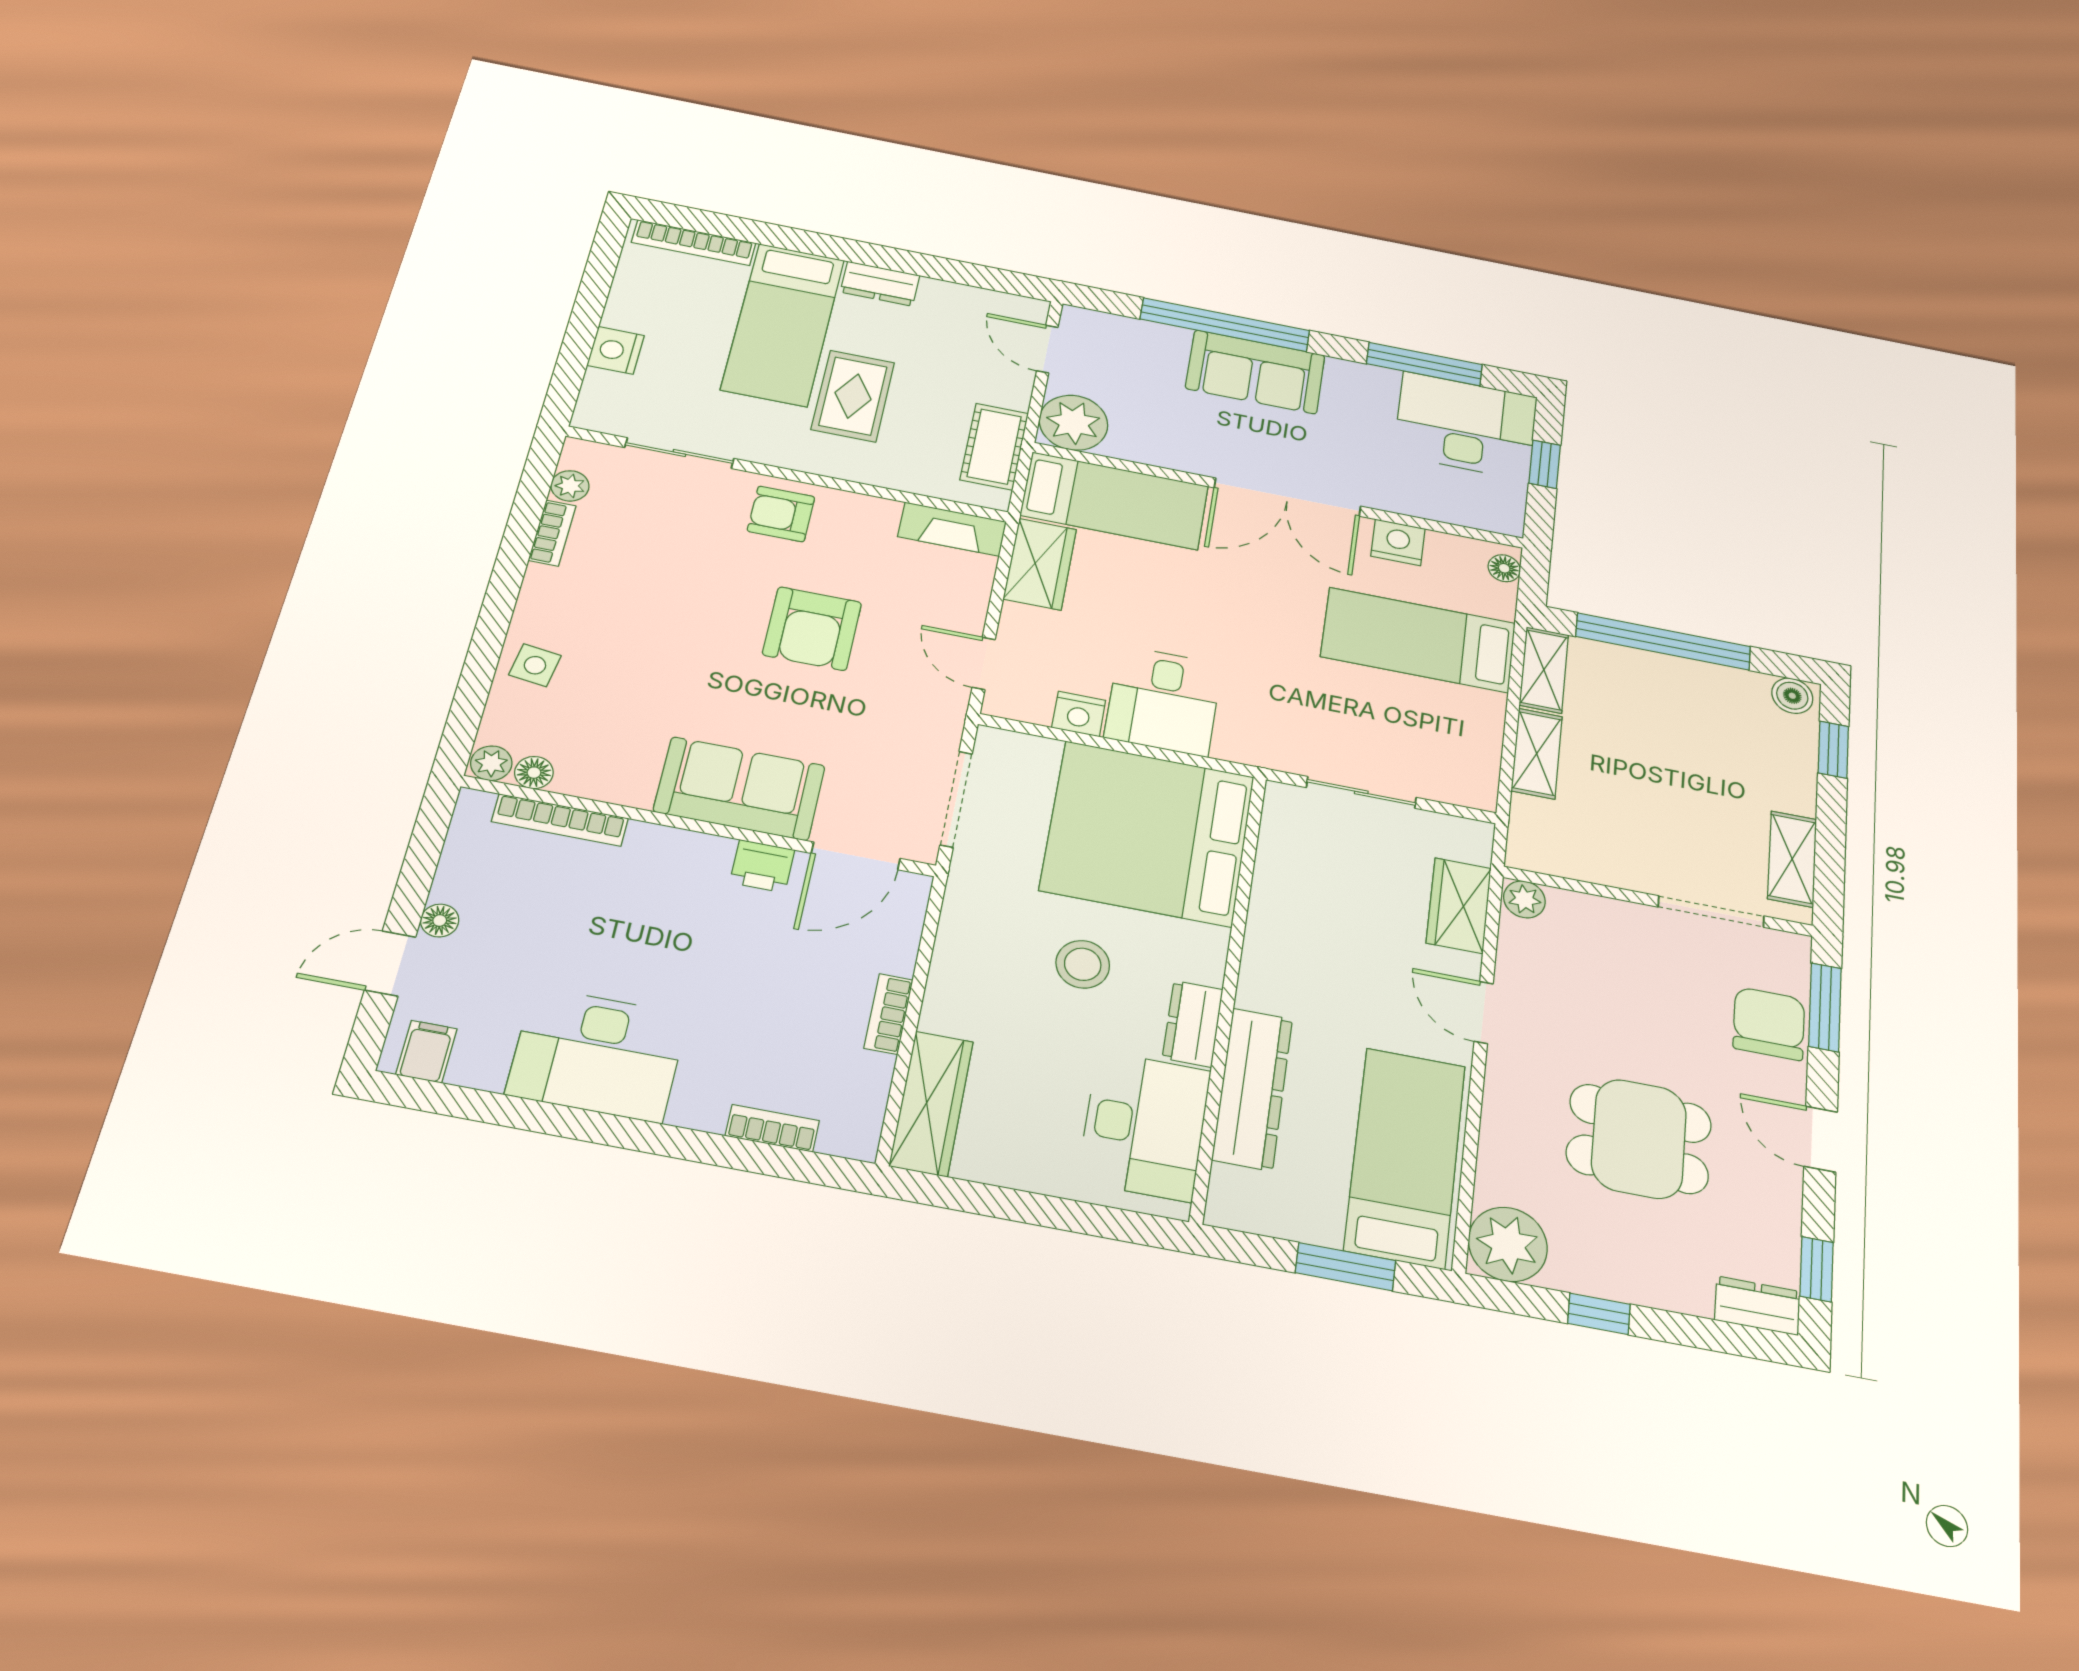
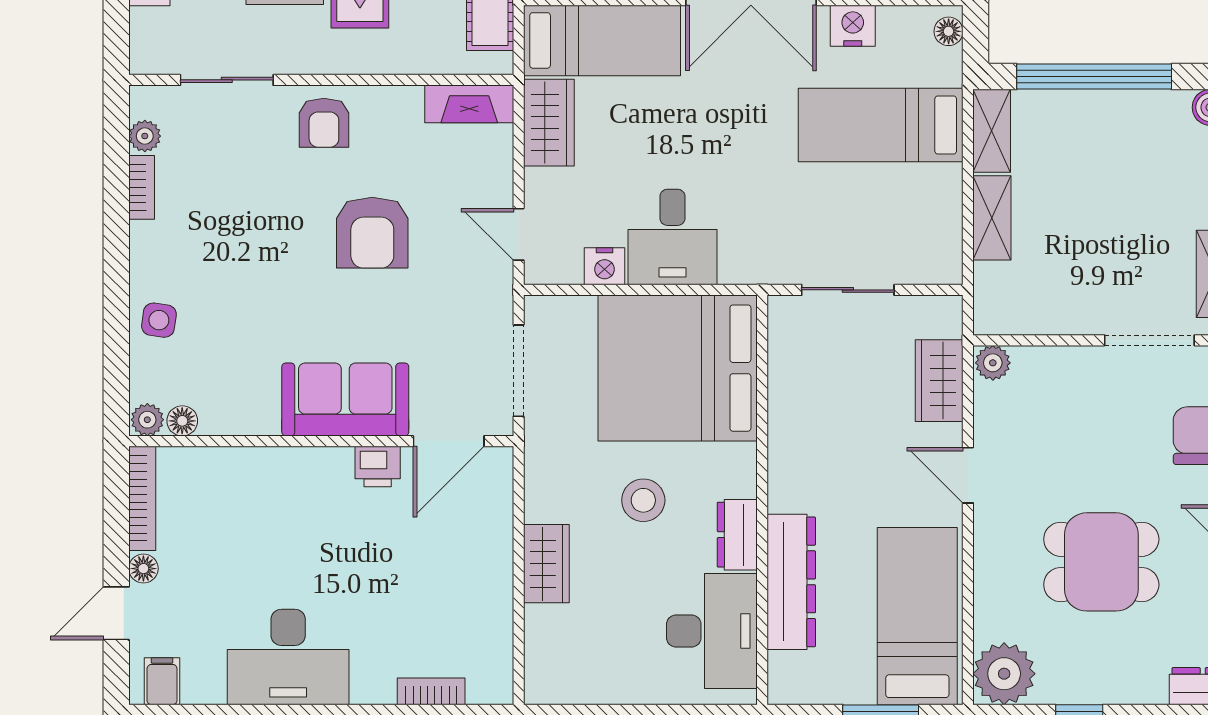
armchair: (781, 514) -> (324, 123), turned -90
bookcase: (560, 820) -> (142, 498), moved, turned -90
bookcase: (889, 1014) -> (500, 576), removed
wardrobe: (931, 1103) -> (546, 564), moved, width x0.67

